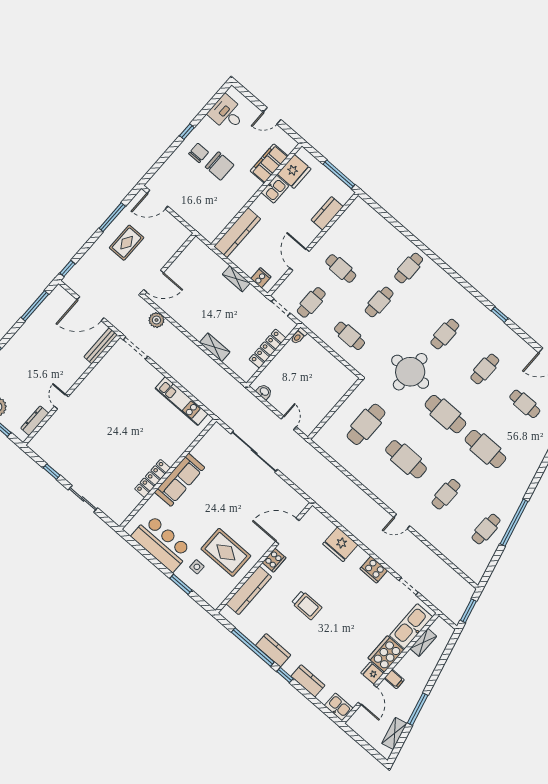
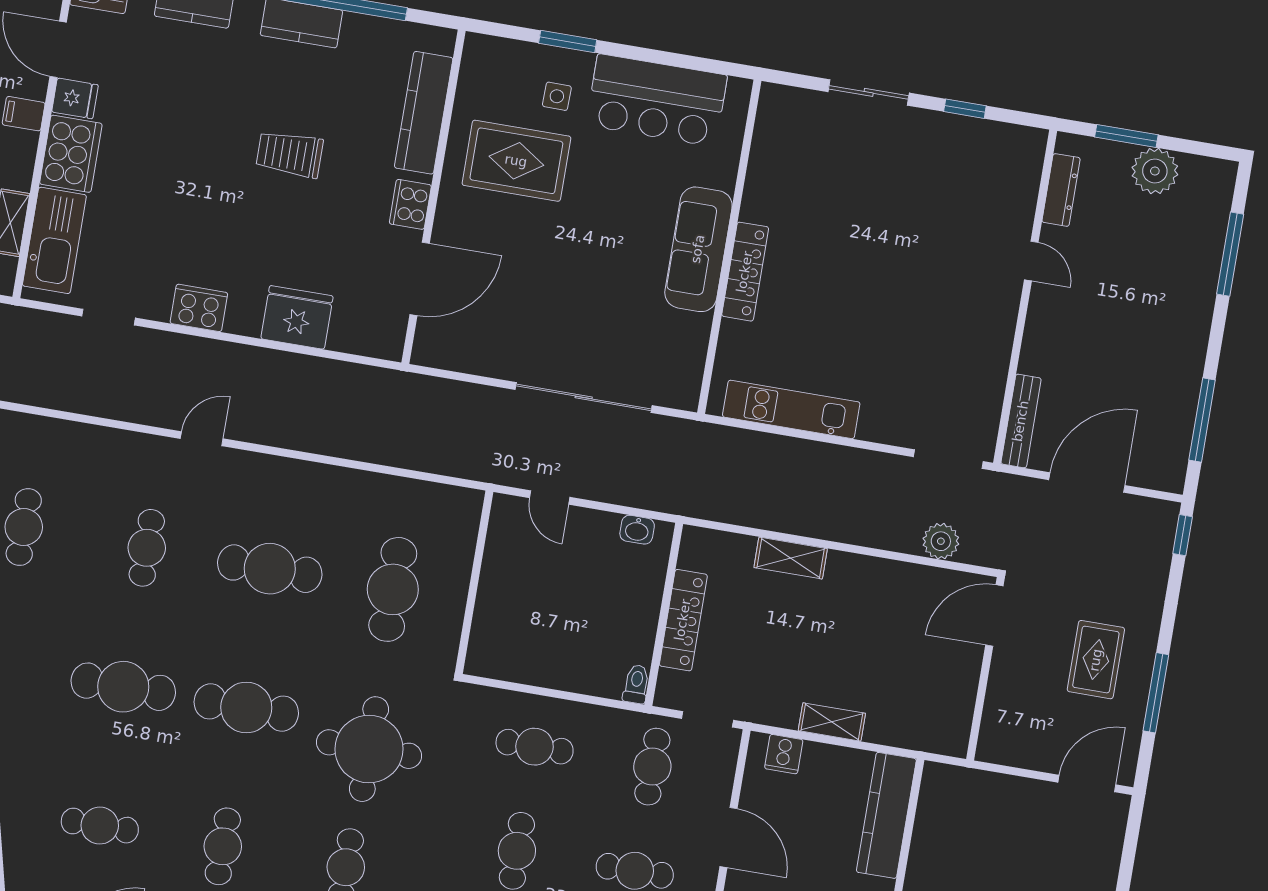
locker: (153, 478) -> (745, 272), moved

